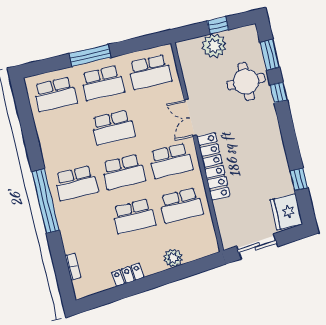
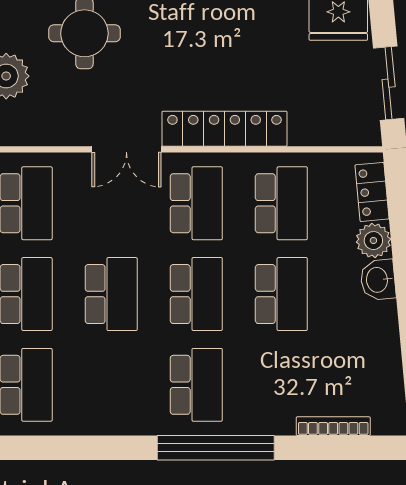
washbasin: (153, 265) -> (378, 280), added
bookcase: (73, 267) -> (333, 426), width x1.56
locker: (128, 275) -> (372, 192), moved

